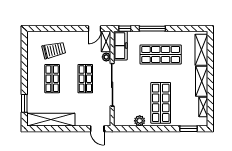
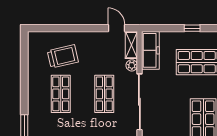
door: (95, 29) -> (116, 28), swing flipped
window: (125, 29) -> (156, 28), removed
window: (152, 29) -> (192, 28), width x0.46

